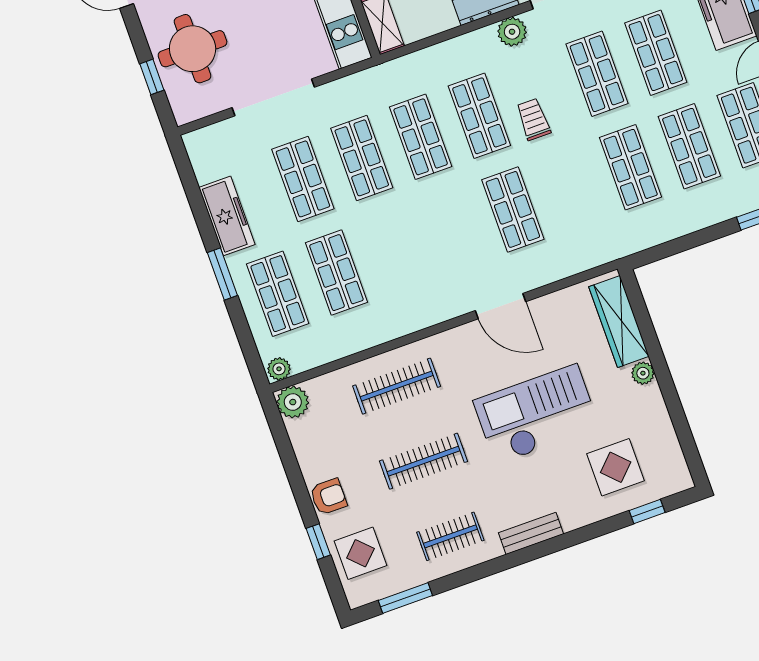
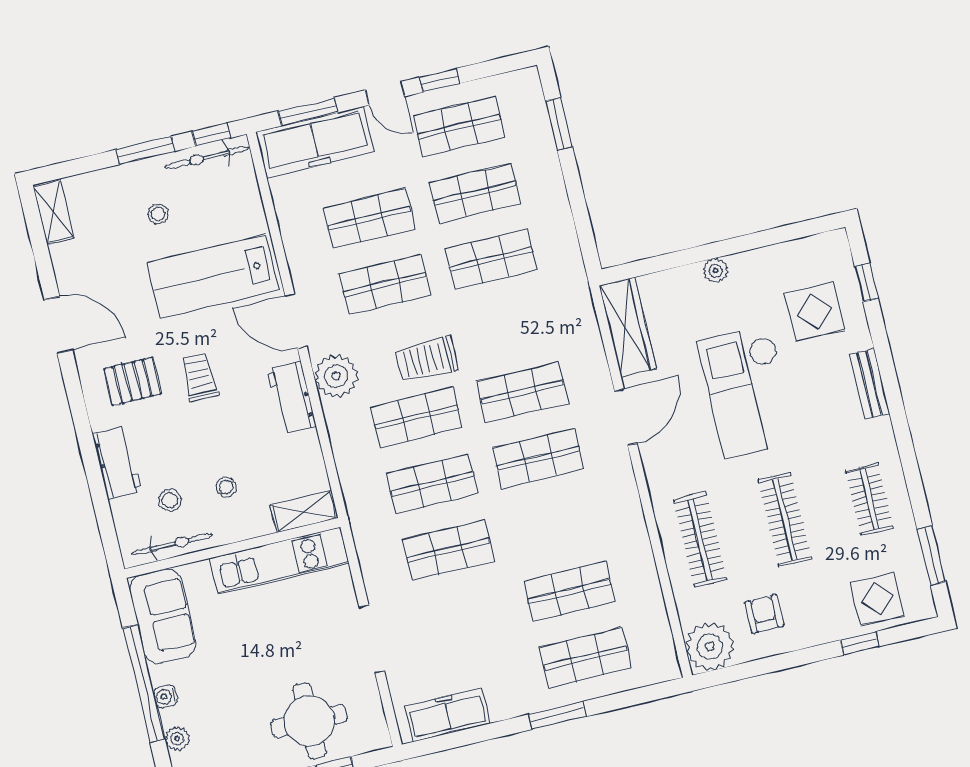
plant: (512, 32) -> (336, 376), width x1.36, depth x1.36
doorway: (273, 97) -> (372, 639), width x0.73
trolley: (533, 119) -> (427, 359), width x1.36, depth x1.39
shop shelf: (303, 179) -> (538, 459), moved
freezer: (227, 216) -> (447, 715), moved
wardrobe: (619, 322) -> (628, 327), moved, turned -90
plant: (279, 369) -> (667, 665), removed
plant: (293, 402) -> (710, 647), width x1.36, depth x1.36
armchair: (328, 497) -> (764, 614), moved
bench: (531, 533) -> (870, 384), moved

